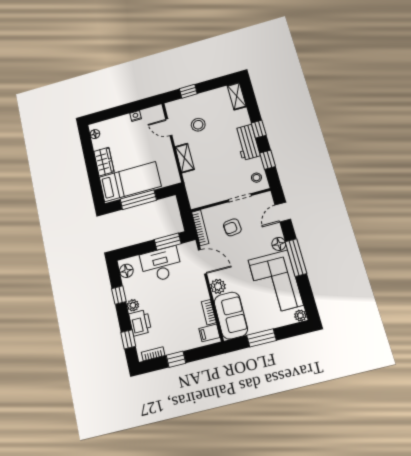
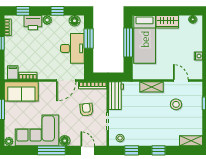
door: (169, 127) -> (181, 81), hinge flipped
workbench: (247, 142) -> (116, 96), moved, turned 90
window: (168, 242) -> (89, 39), moved
plant: (218, 286) -> (45, 87), removed

